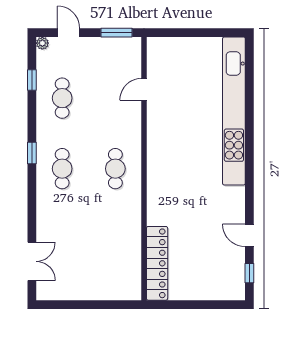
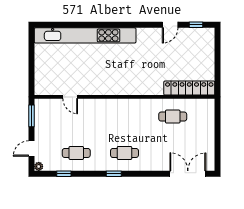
cafe table: (115, 169) -> (173, 117), moved
double door: (32, 261) -> (188, 174), width x1.37

